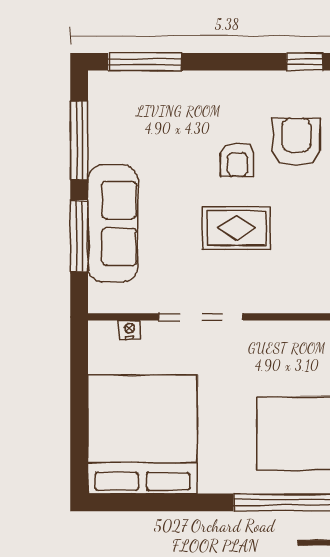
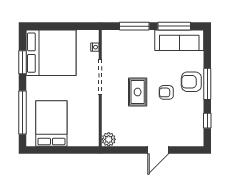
window: (145, 62) -> (207, 84), moved
armchair: (296, 142) -> (191, 82), moved, turned 180
sofa: (113, 223) -> (179, 40), moved
window: (165, 502) -> (23, 62), added

